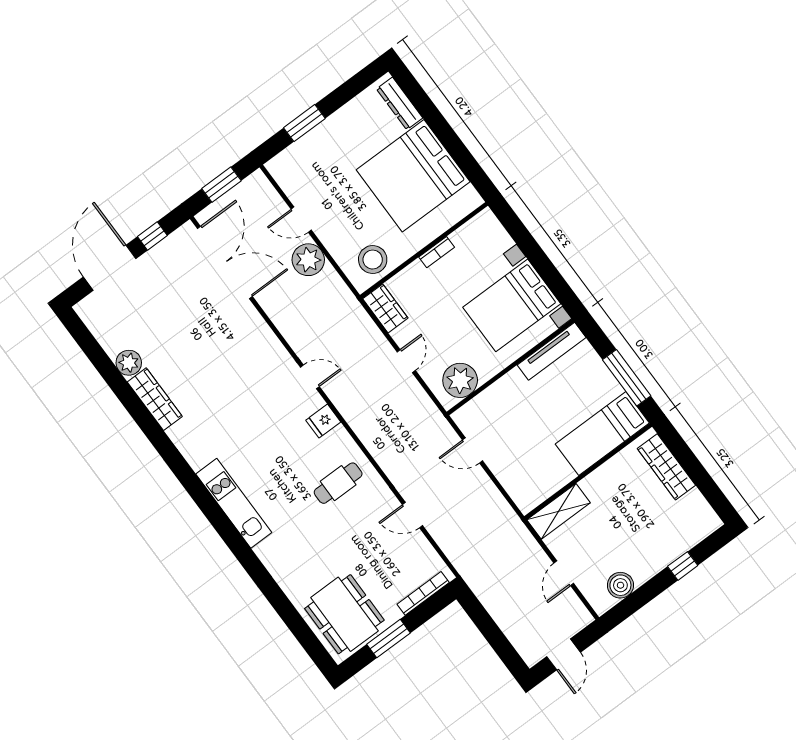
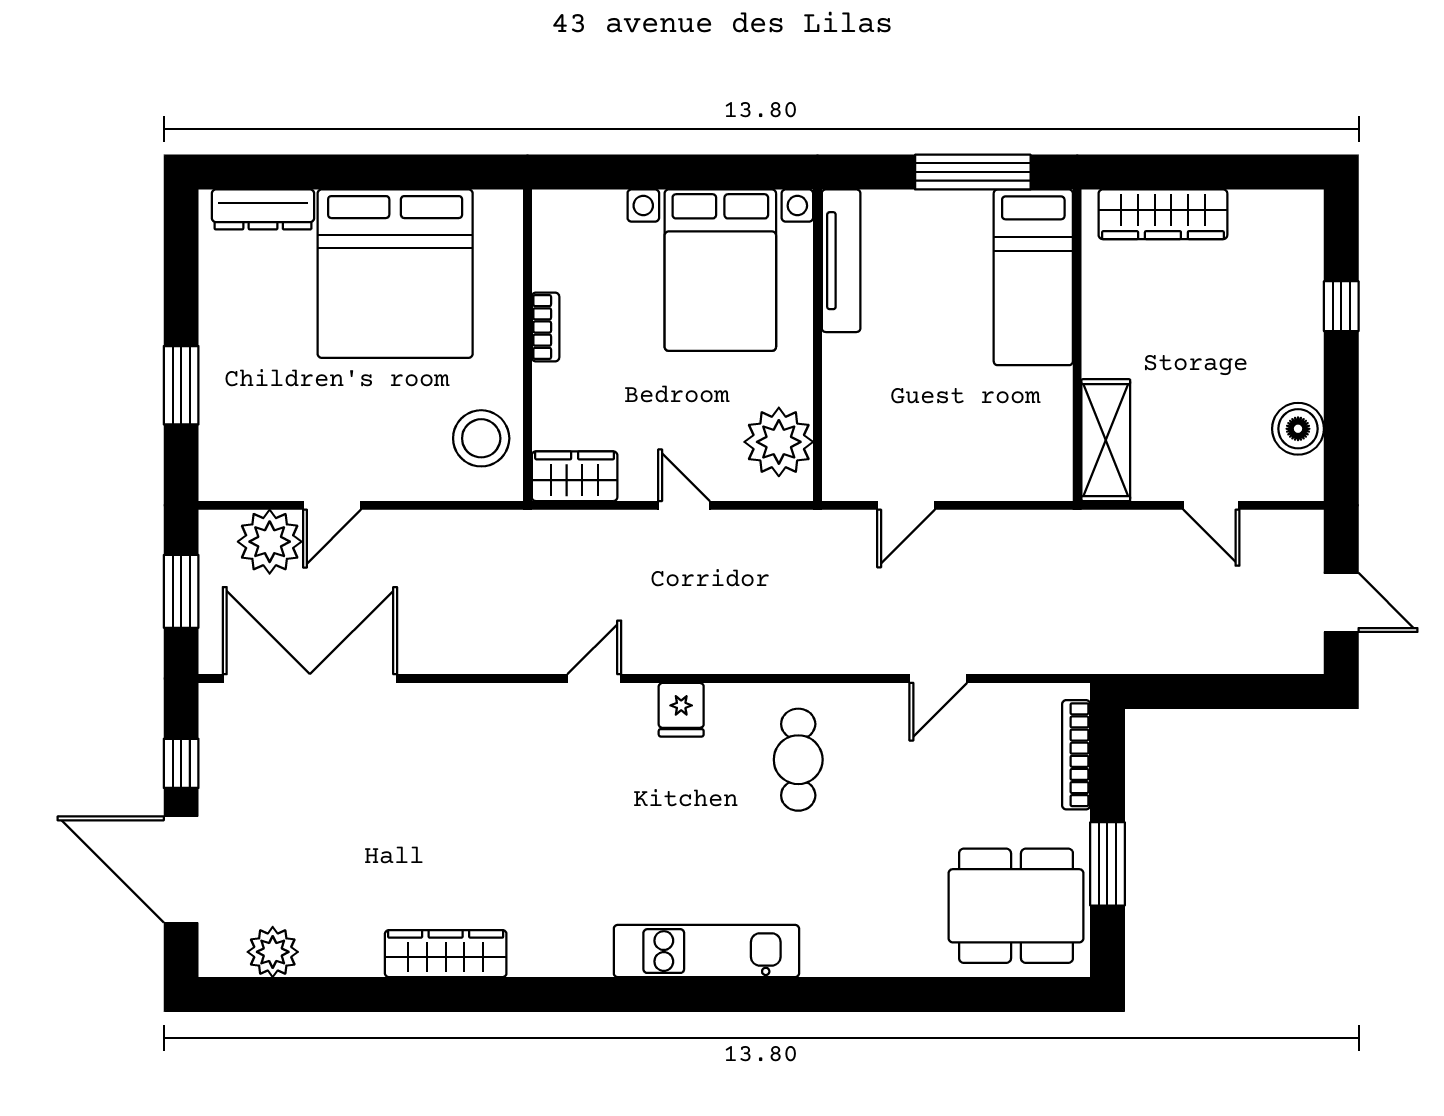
plant: (308, 260) -> (270, 542), moved
plant: (129, 363) -> (273, 952), moved

